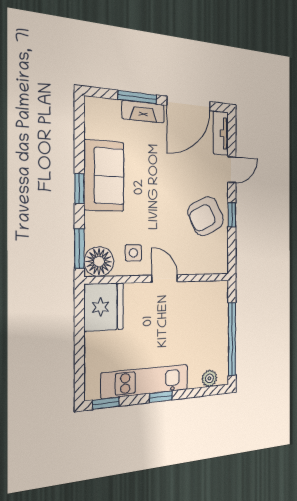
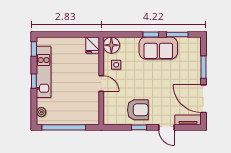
fireplace: (143, 112) -> (196, 71), removed
armchair: (206, 216) -> (138, 110), turned 116
window: (79, 249) -> (177, 34), moved
door: (165, 279) -> (101, 84), hinge flipped
fridge: (104, 307) -> (93, 45), width x0.53, depth x0.75

